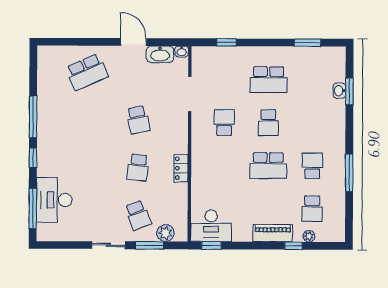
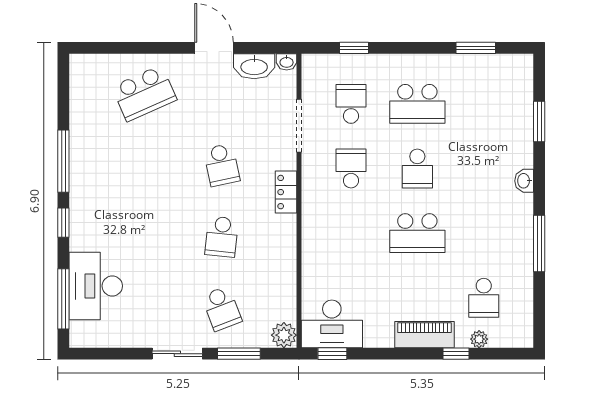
washbasin: (339, 91) -> (524, 181), moved
school desk: (312, 166) -> (351, 104), moved
locker: (181, 168) -> (286, 192), moved
plant: (165, 233) -> (284, 335), moved

